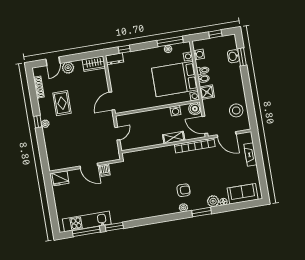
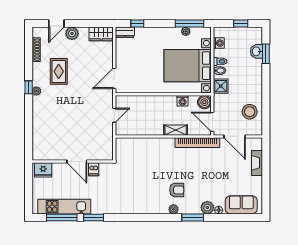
wall: (85, 166) -> (73, 162), moved
door: (89, 166) -> (77, 162), moved
dishwasher: (105, 170) -> (94, 169), moved
fridge: (60, 178) -> (43, 170), moved

